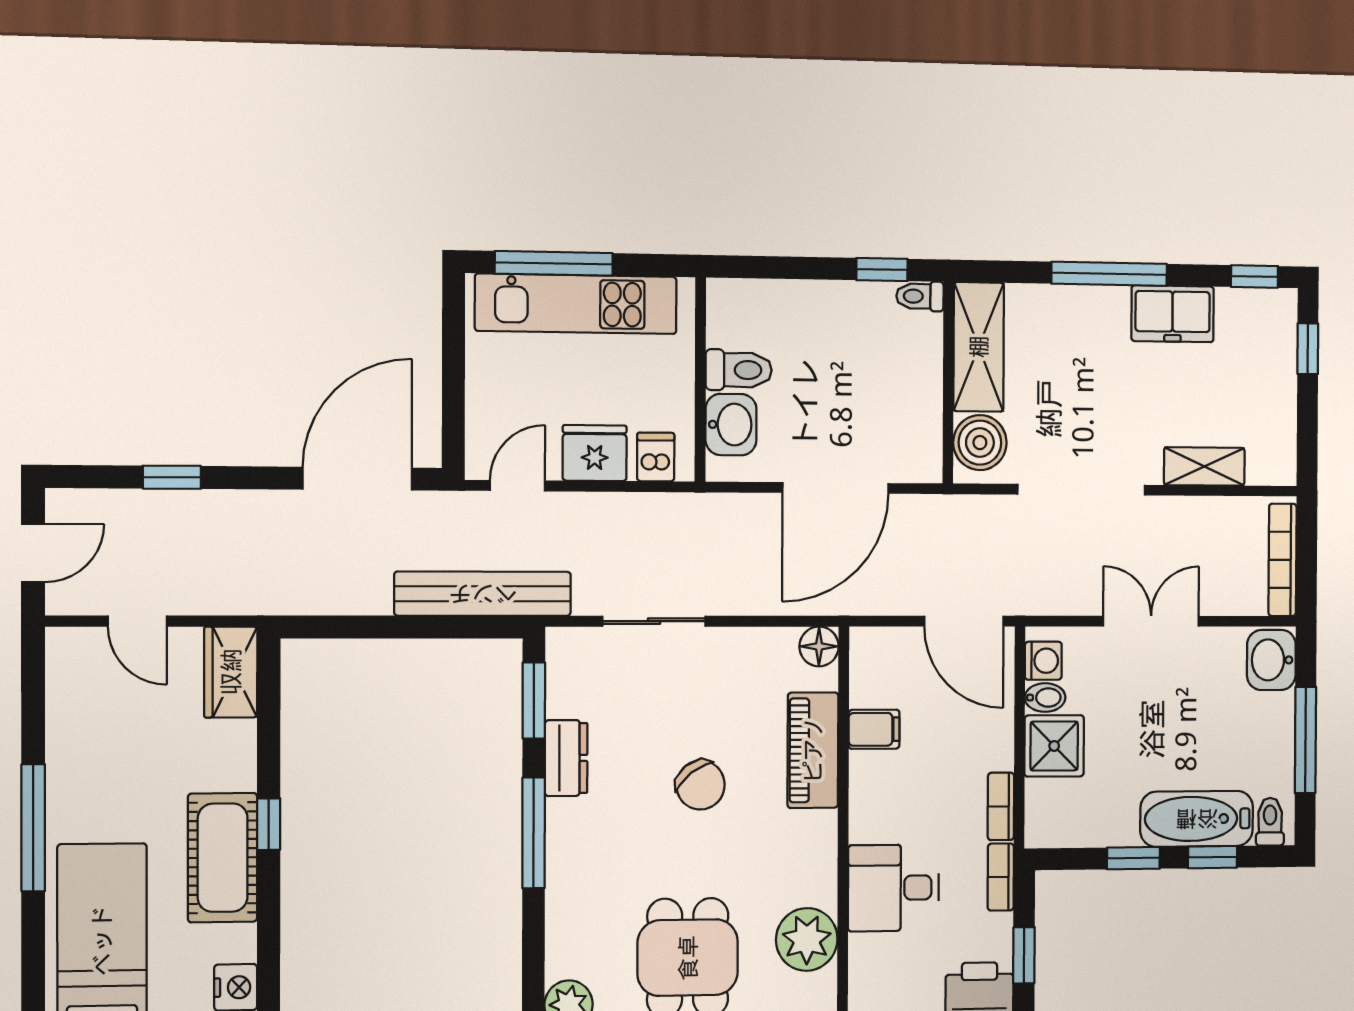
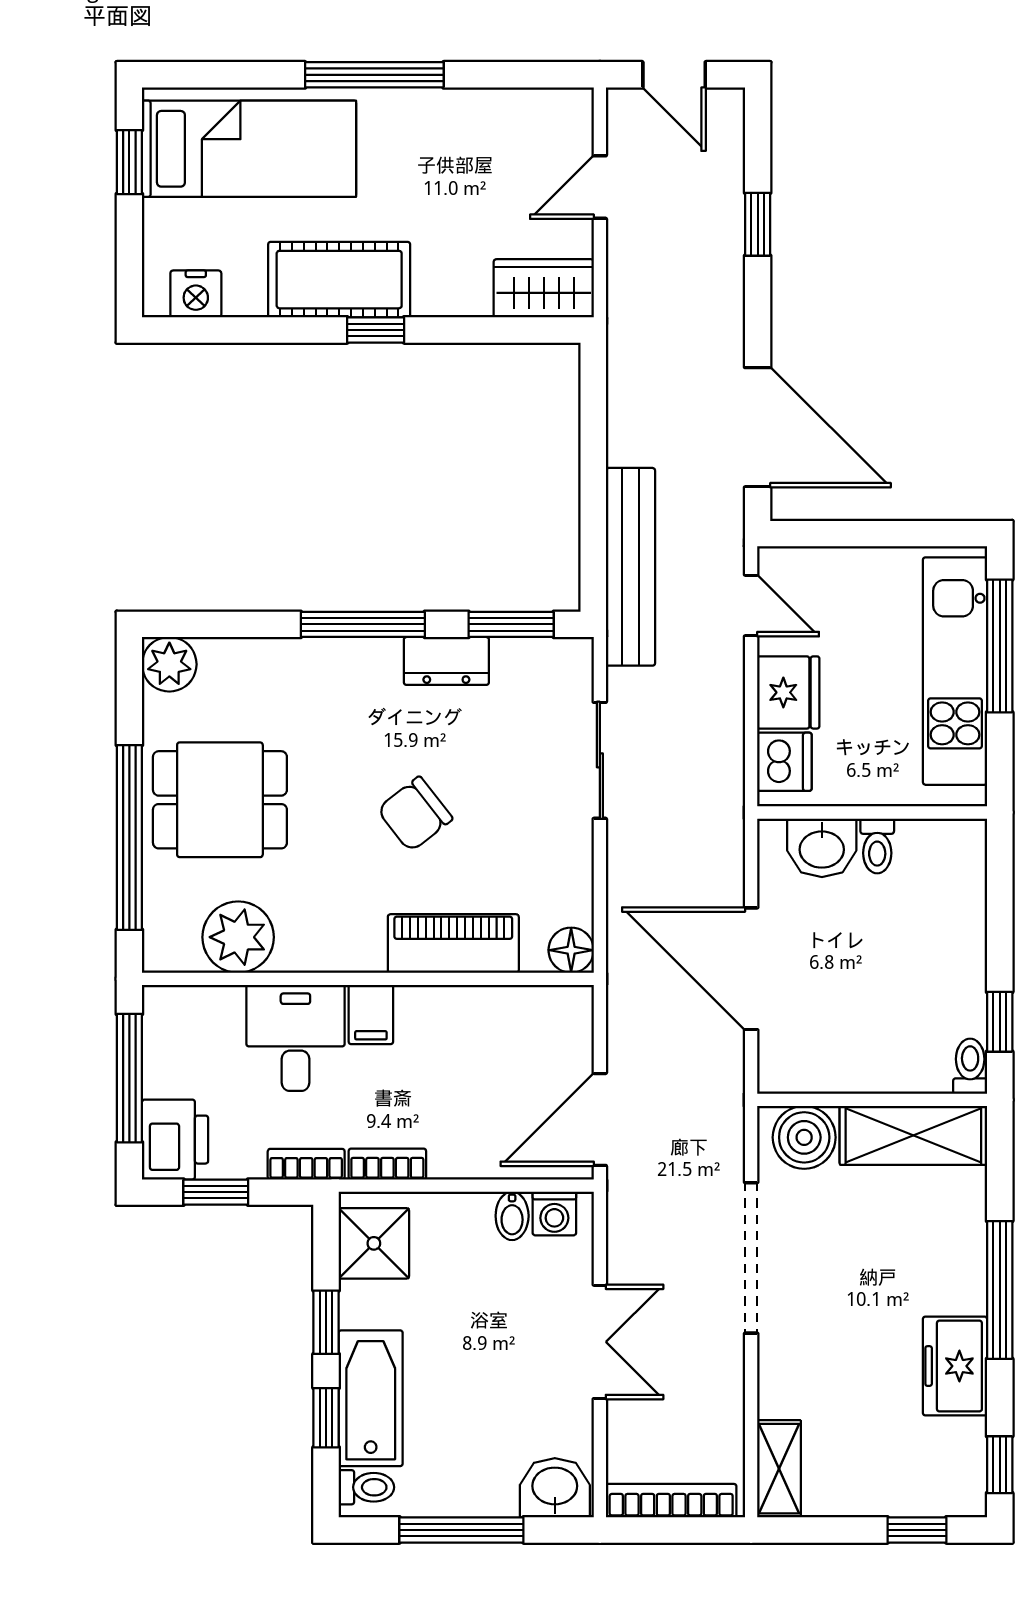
toilet: (739, 370) -> (877, 846), width x0.73, depth x0.72
dishwasher: (656, 457) -> (784, 762), width x1.38
shelving: (1204, 466) -> (779, 1469), moved
filing cabinet: (874, 729) -> (371, 1015), moved
shower: (1054, 746) -> (374, 1243), moved

